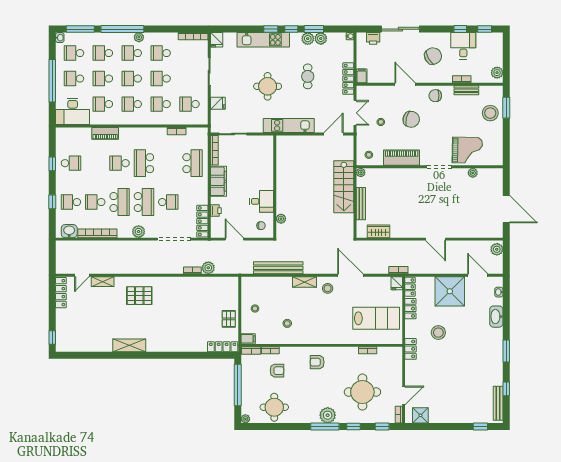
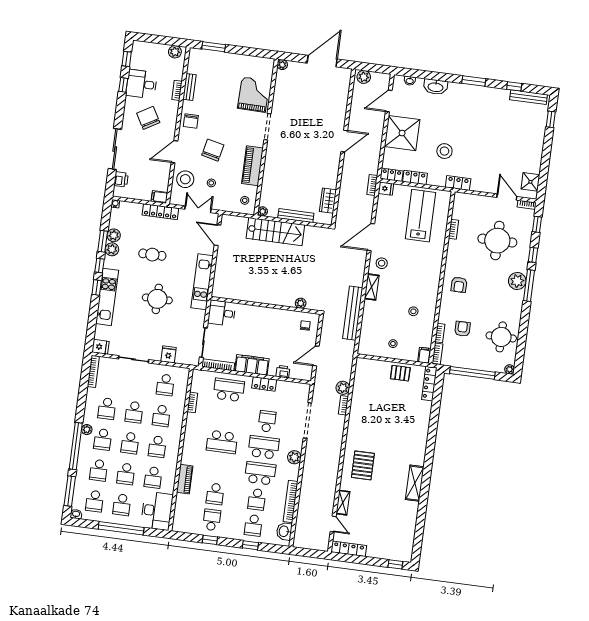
stool: (490, 113) -> (185, 179), moved
school desk: (120, 163) -> (215, 494), moved
plant: (473, 173) -> (282, 65), moved
desk: (262, 201) -> (222, 313), moved, turned -90
locker: (202, 221) -> (264, 384), moved, width x0.66

